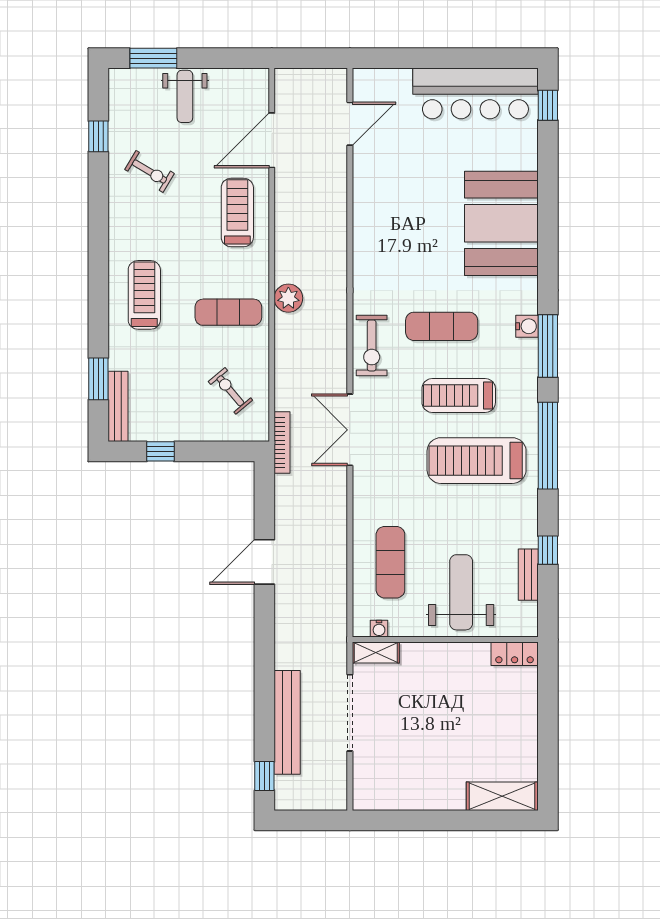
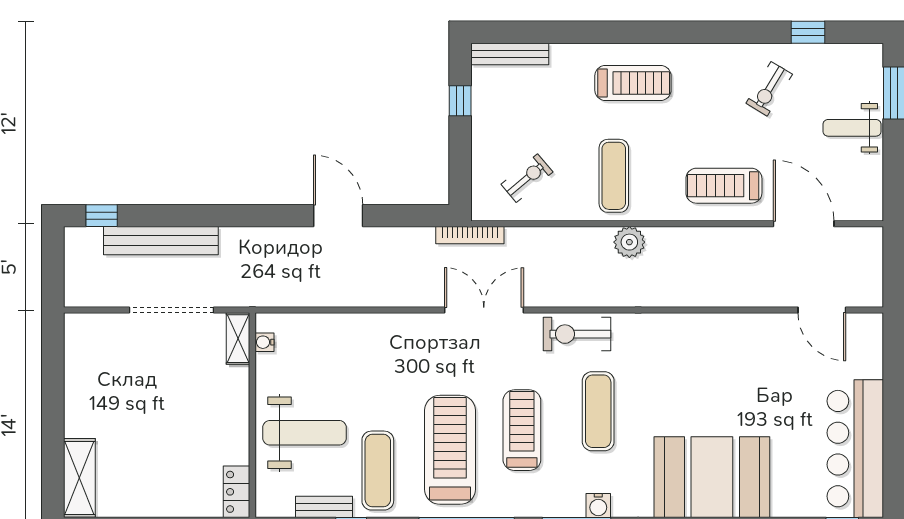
treadmill: (237, 212) -> (724, 186), turned 180
window: (98, 379) -> (540, 32), removed
exercise mat: (390, 562) -> (378, 471), moved, turned 90

